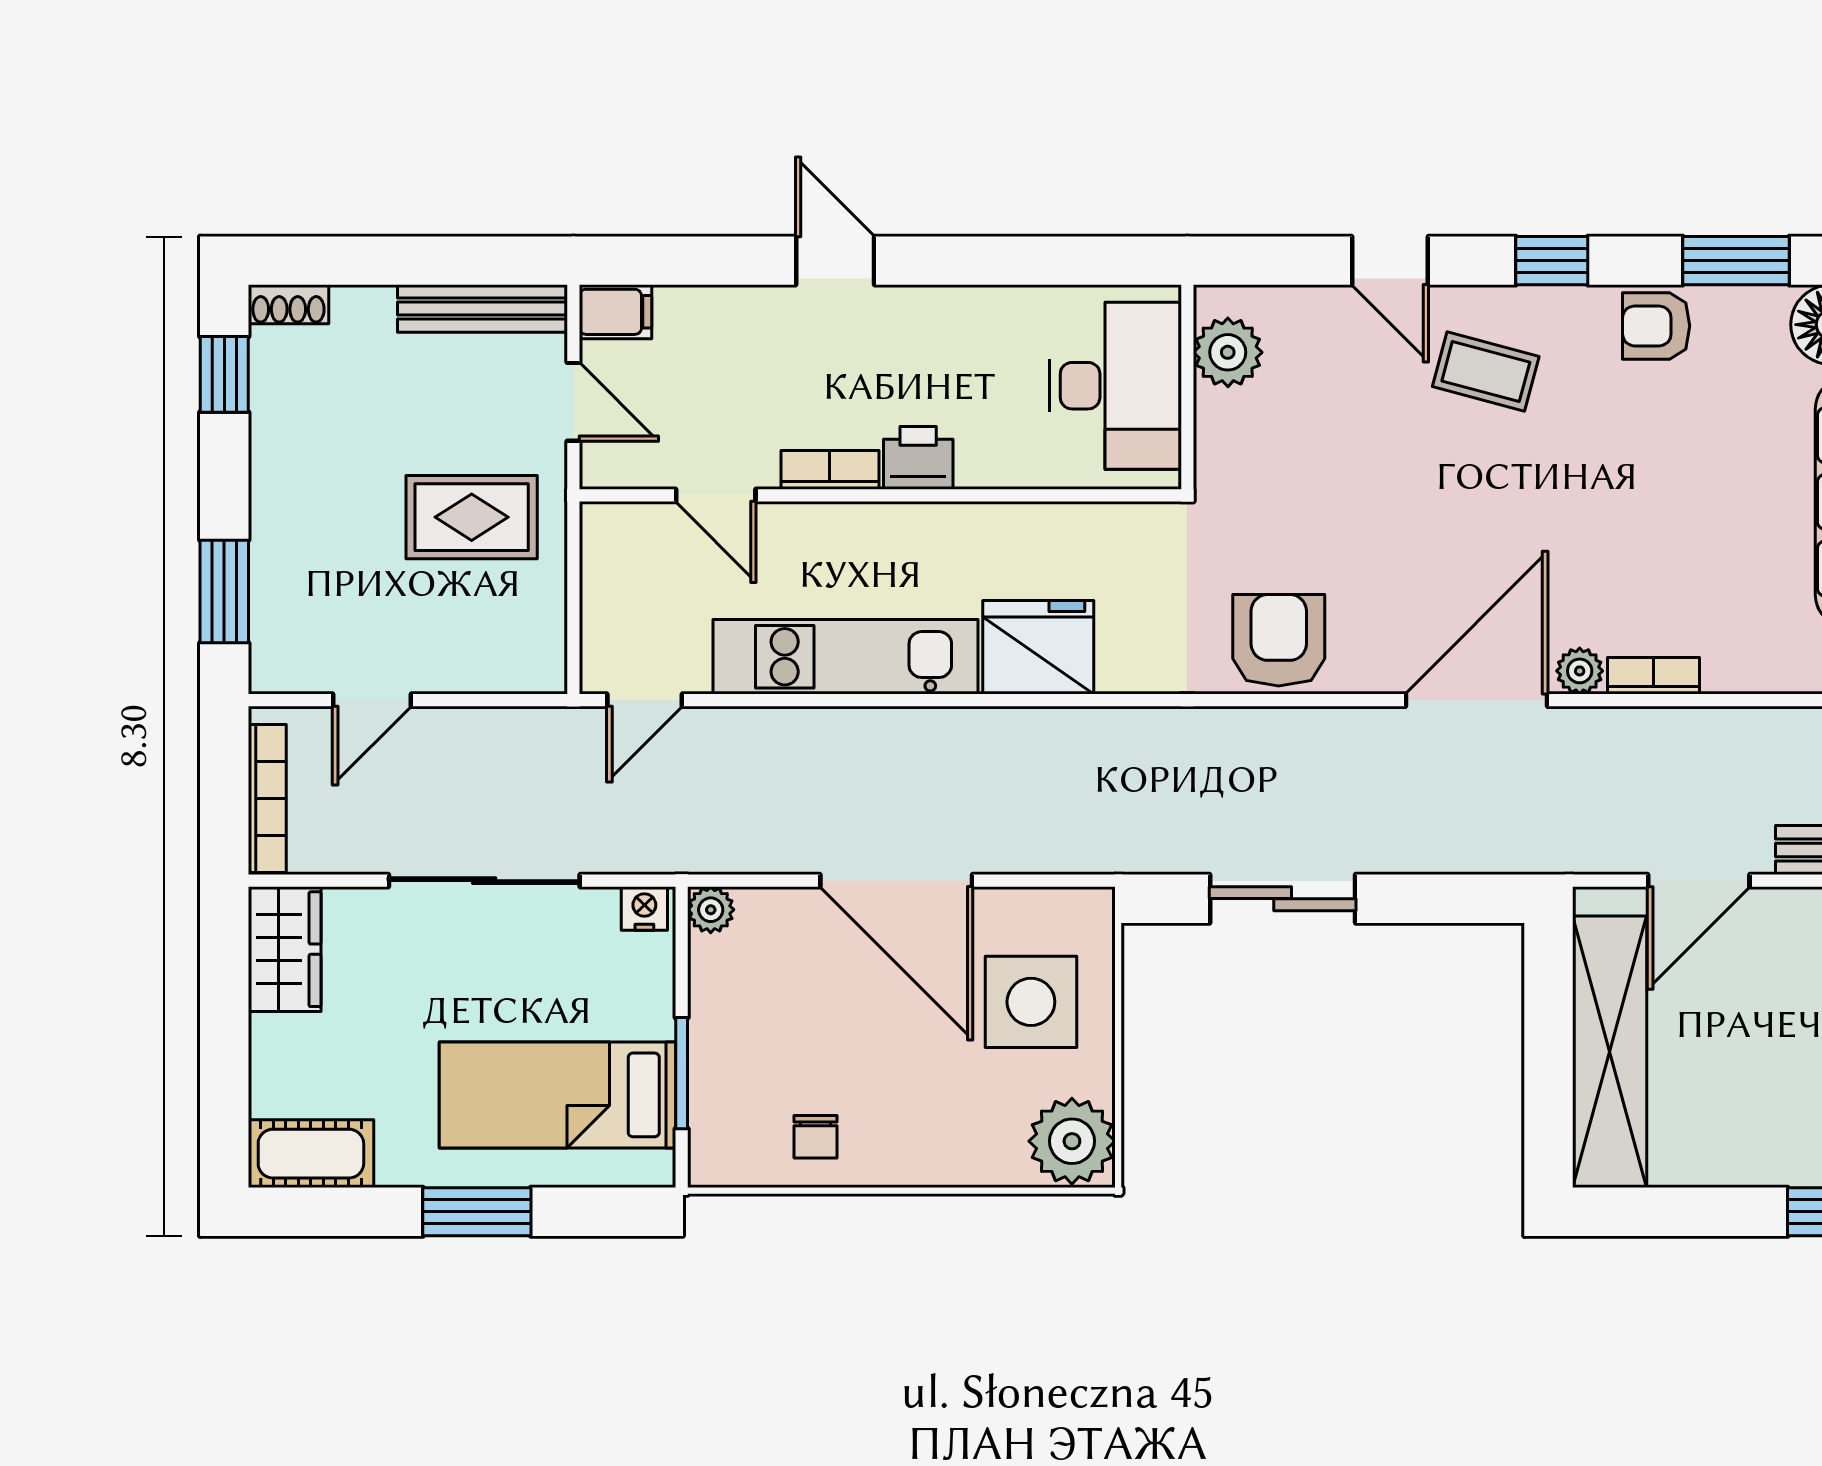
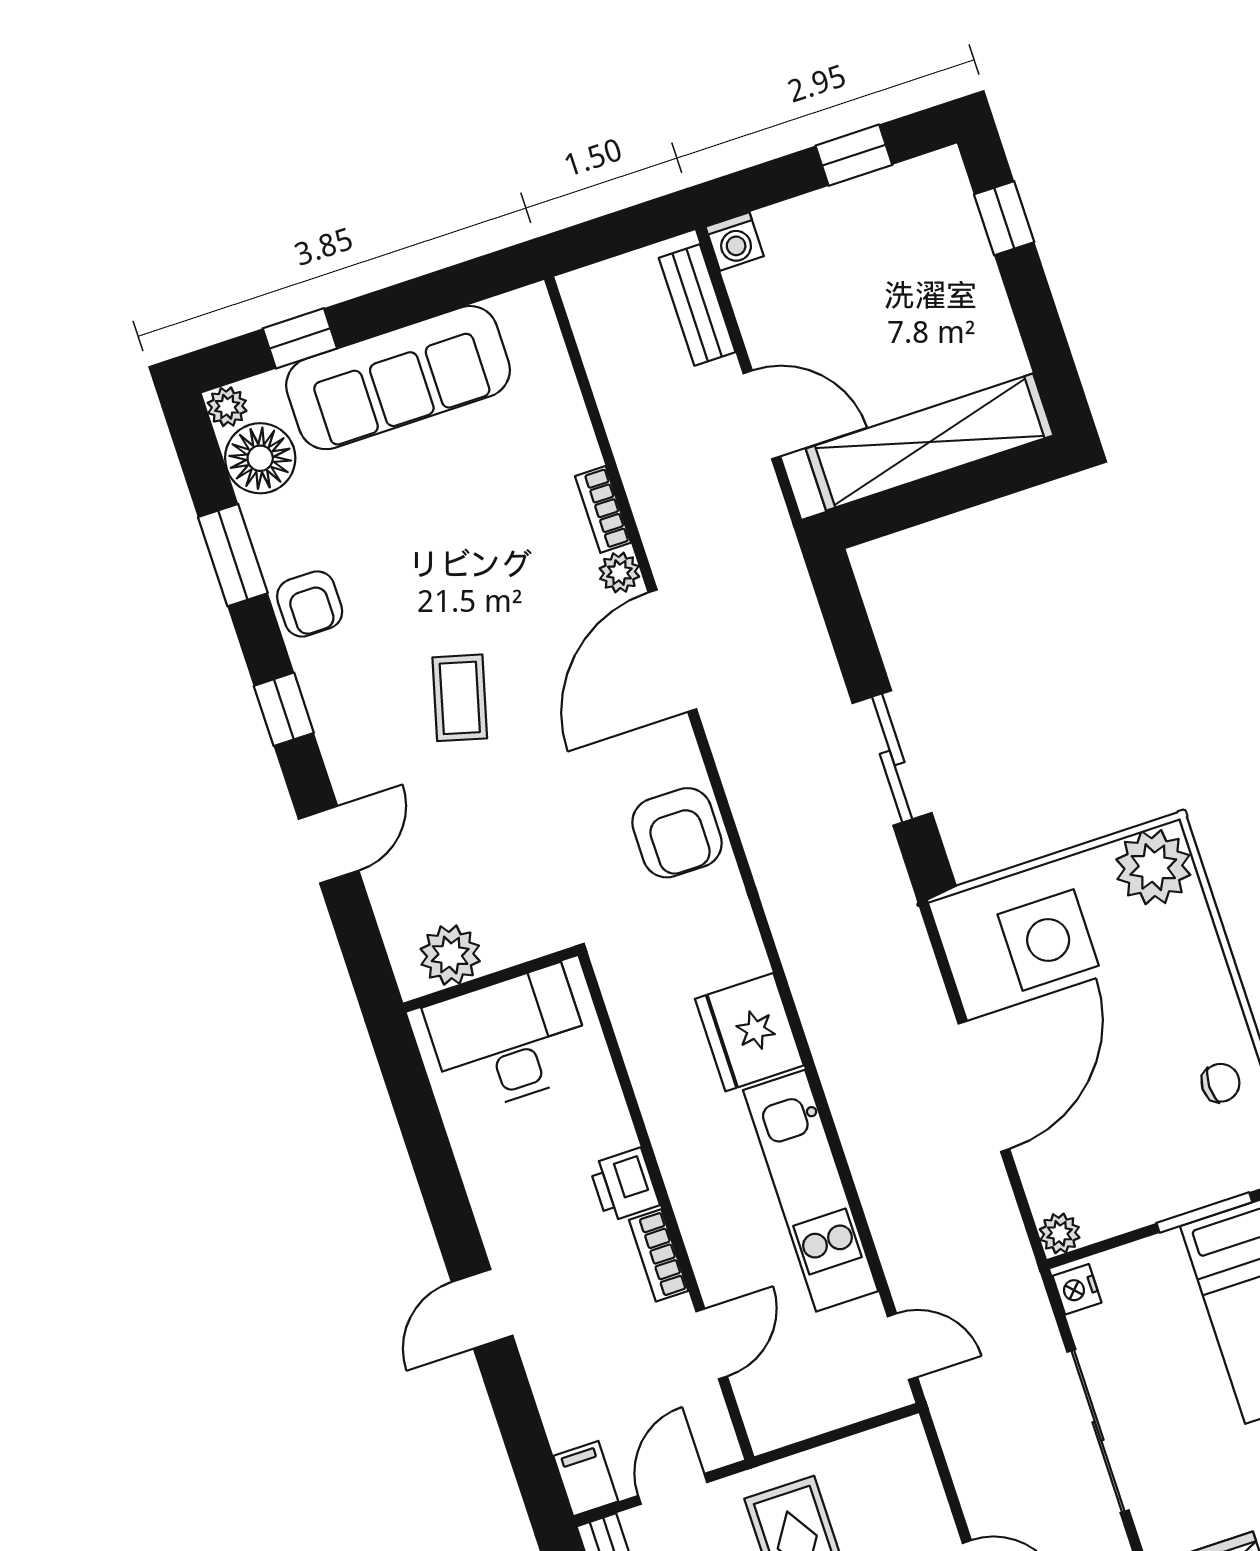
coffee table: (1486, 372) -> (460, 698), moved
armchair: (1279, 640) -> (677, 833), turned -90
door: (1476, 700) -> (672, 651), hinge flipped

